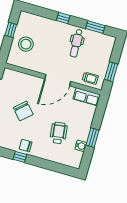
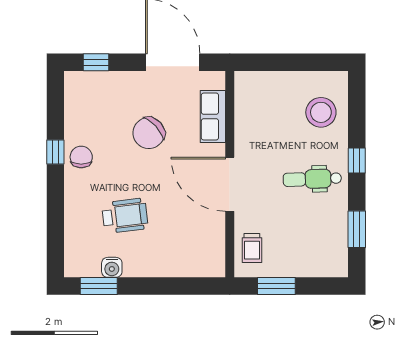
window: (11, 30) -> (304, 62), removed
dental chair: (76, 43) -> (312, 179), moved
stool: (26, 44) -> (321, 112), moved
row of seats: (87, 97) -> (213, 116), moved
window: (93, 138) -> (99, 286), moved

